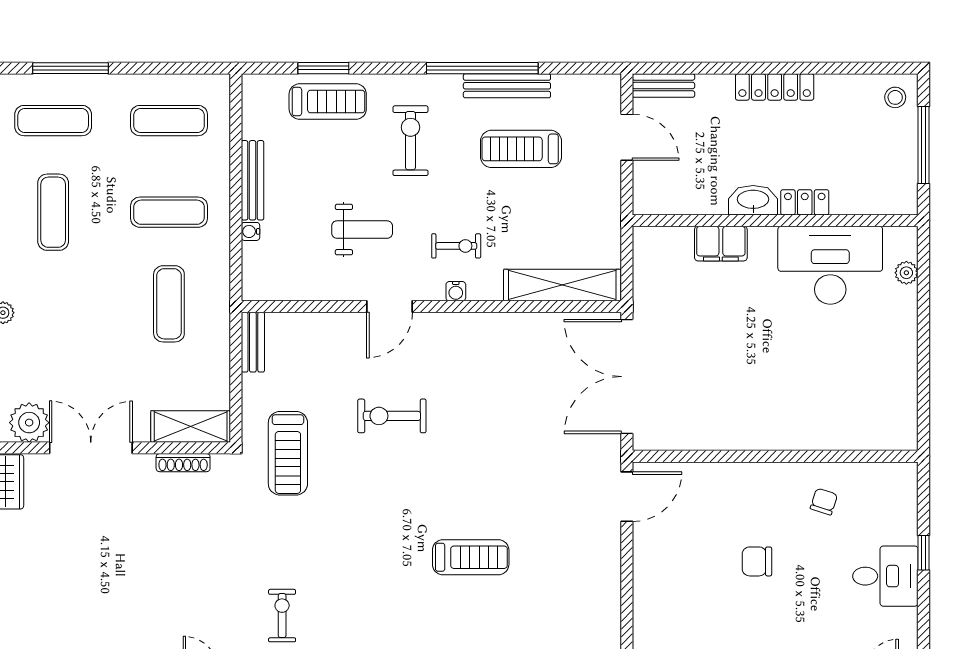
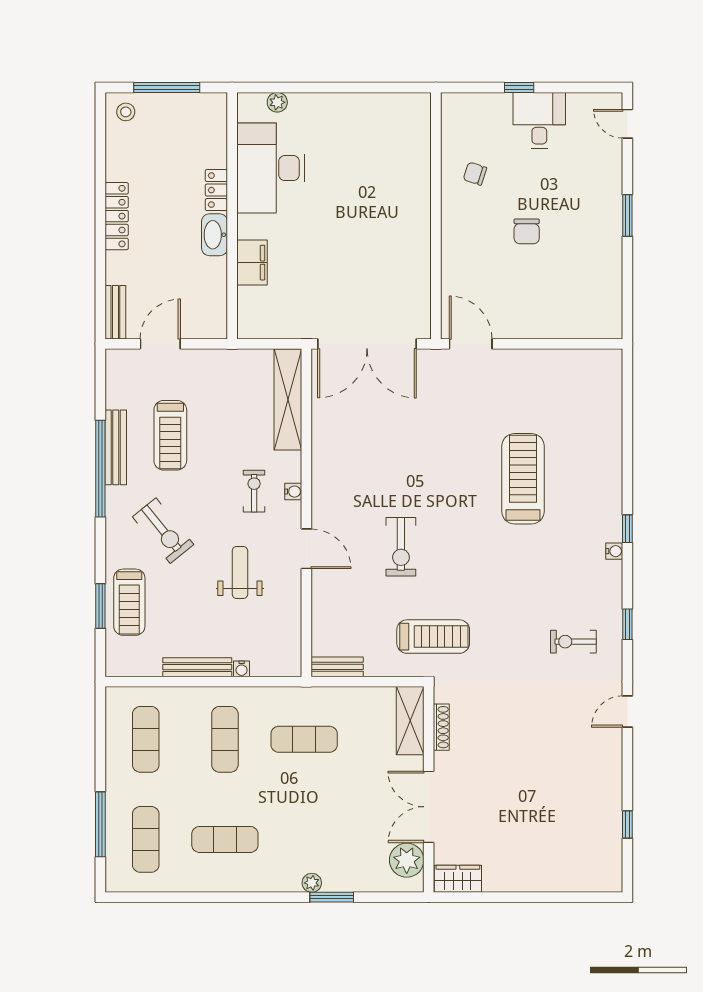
treadmill: (328, 102) -> (129, 602), turned 180
exercise bike: (410, 141) -> (163, 531), turned -129
treadmill: (471, 557) -> (523, 479), width x1.37, depth x1.38

